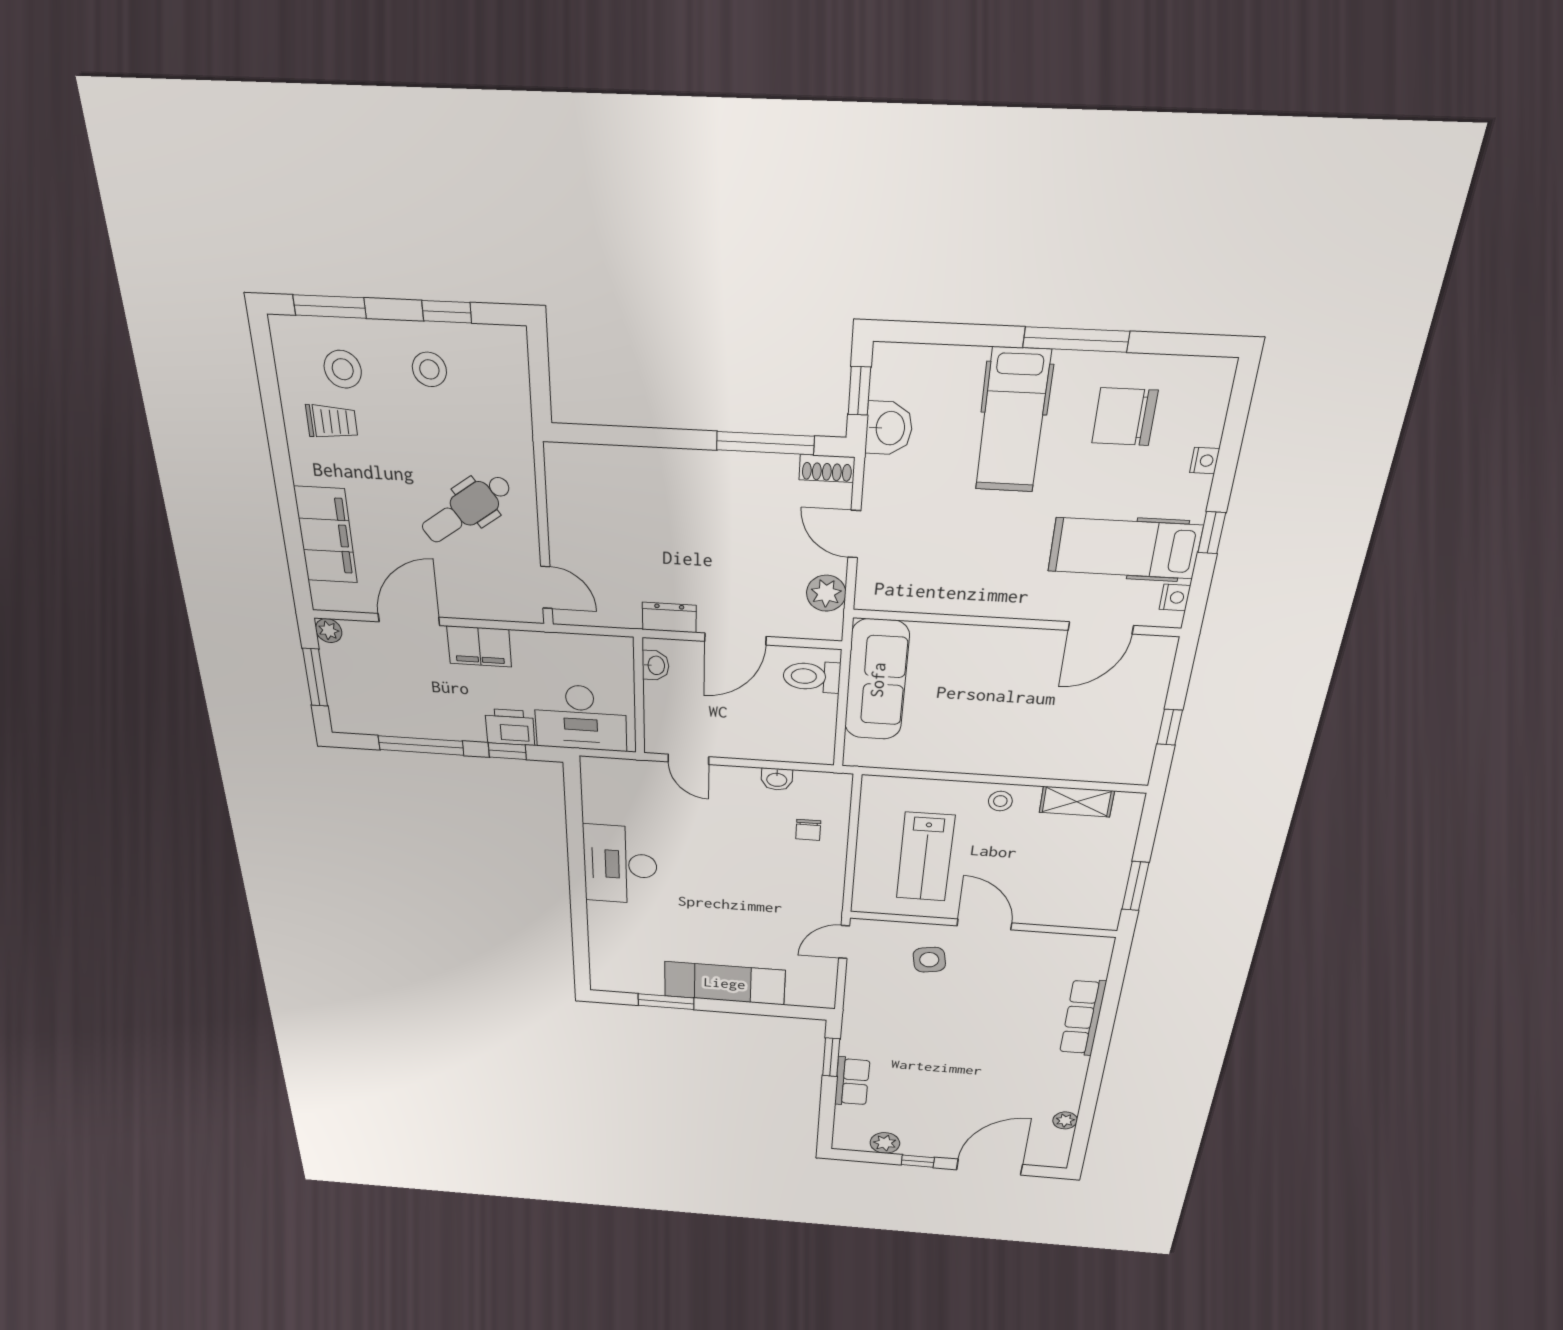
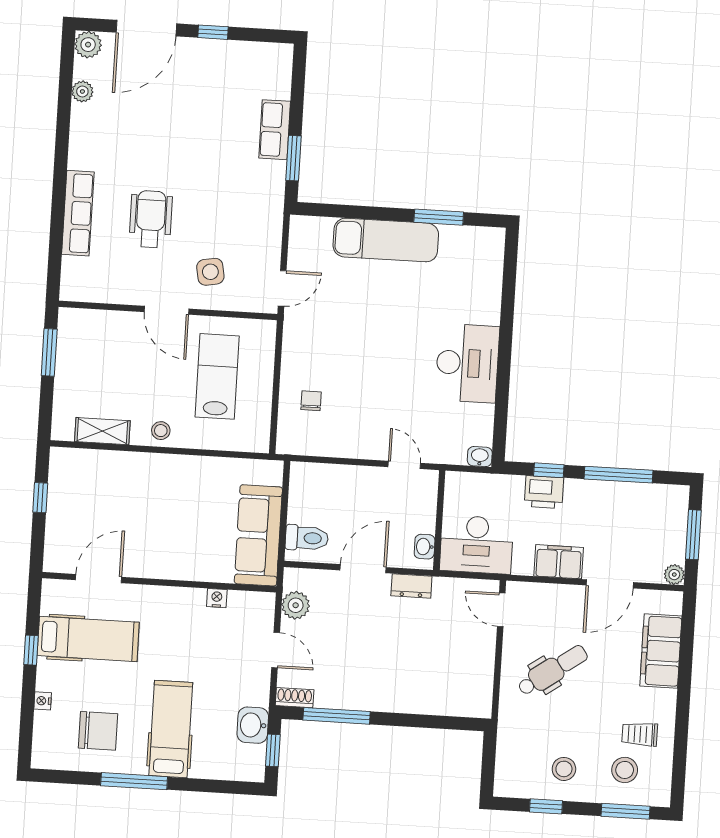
nightstand: (1175, 597) -> (217, 598), moved, turned 90
desk: (580, 718) -> (477, 545), moved, turned 180
washbasin: (777, 779) -> (480, 457), moved
wheelchair: (997, 1010) -> (151, 219), added
plant: (885, 1143) -> (88, 45), moved

